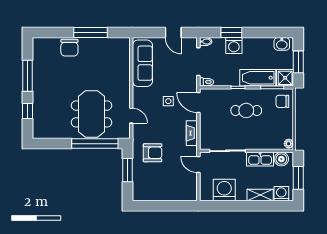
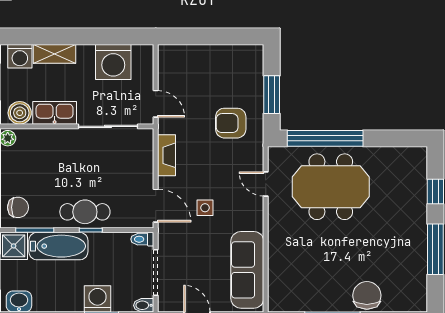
cafe table: (246, 110) -> (85, 212), moved
meeting table: (92, 114) -> (331, 187), turned 90

